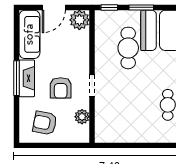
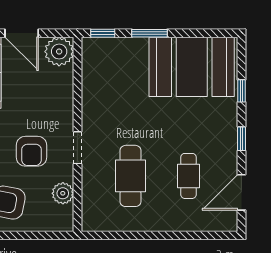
door: (54, 7) -> (22, 33), hinge flipped
cafe table: (128, 48) -> (130, 176), moved

